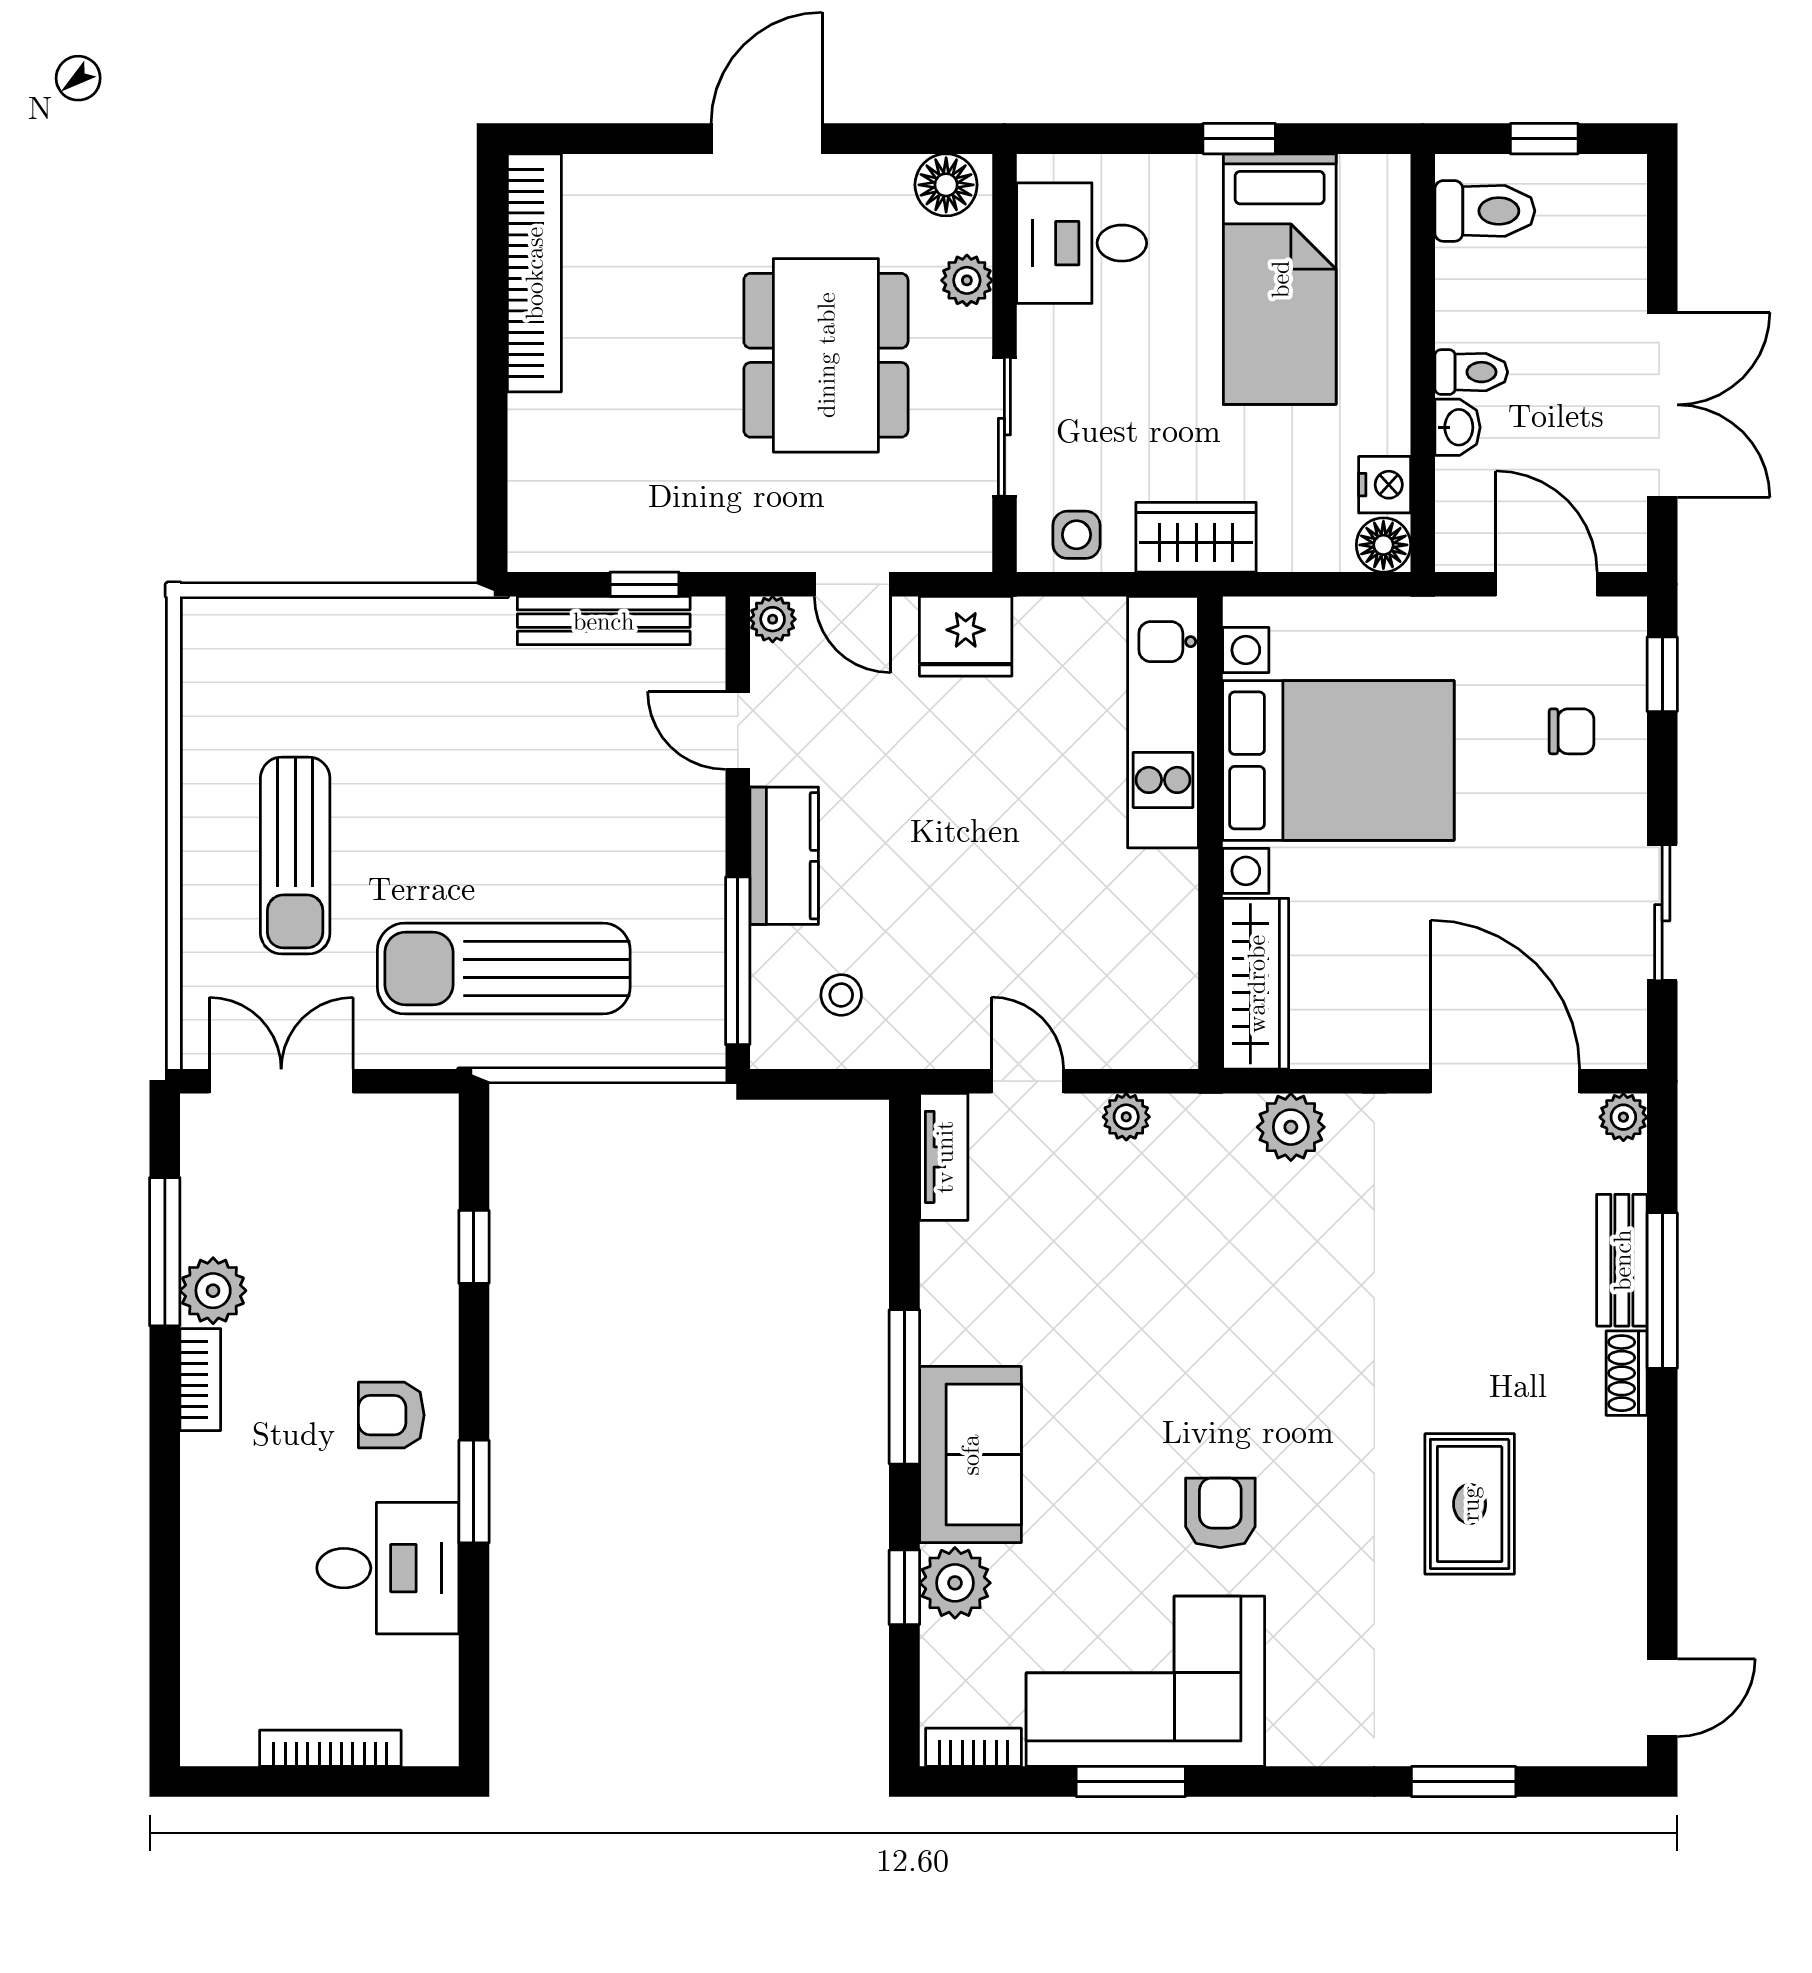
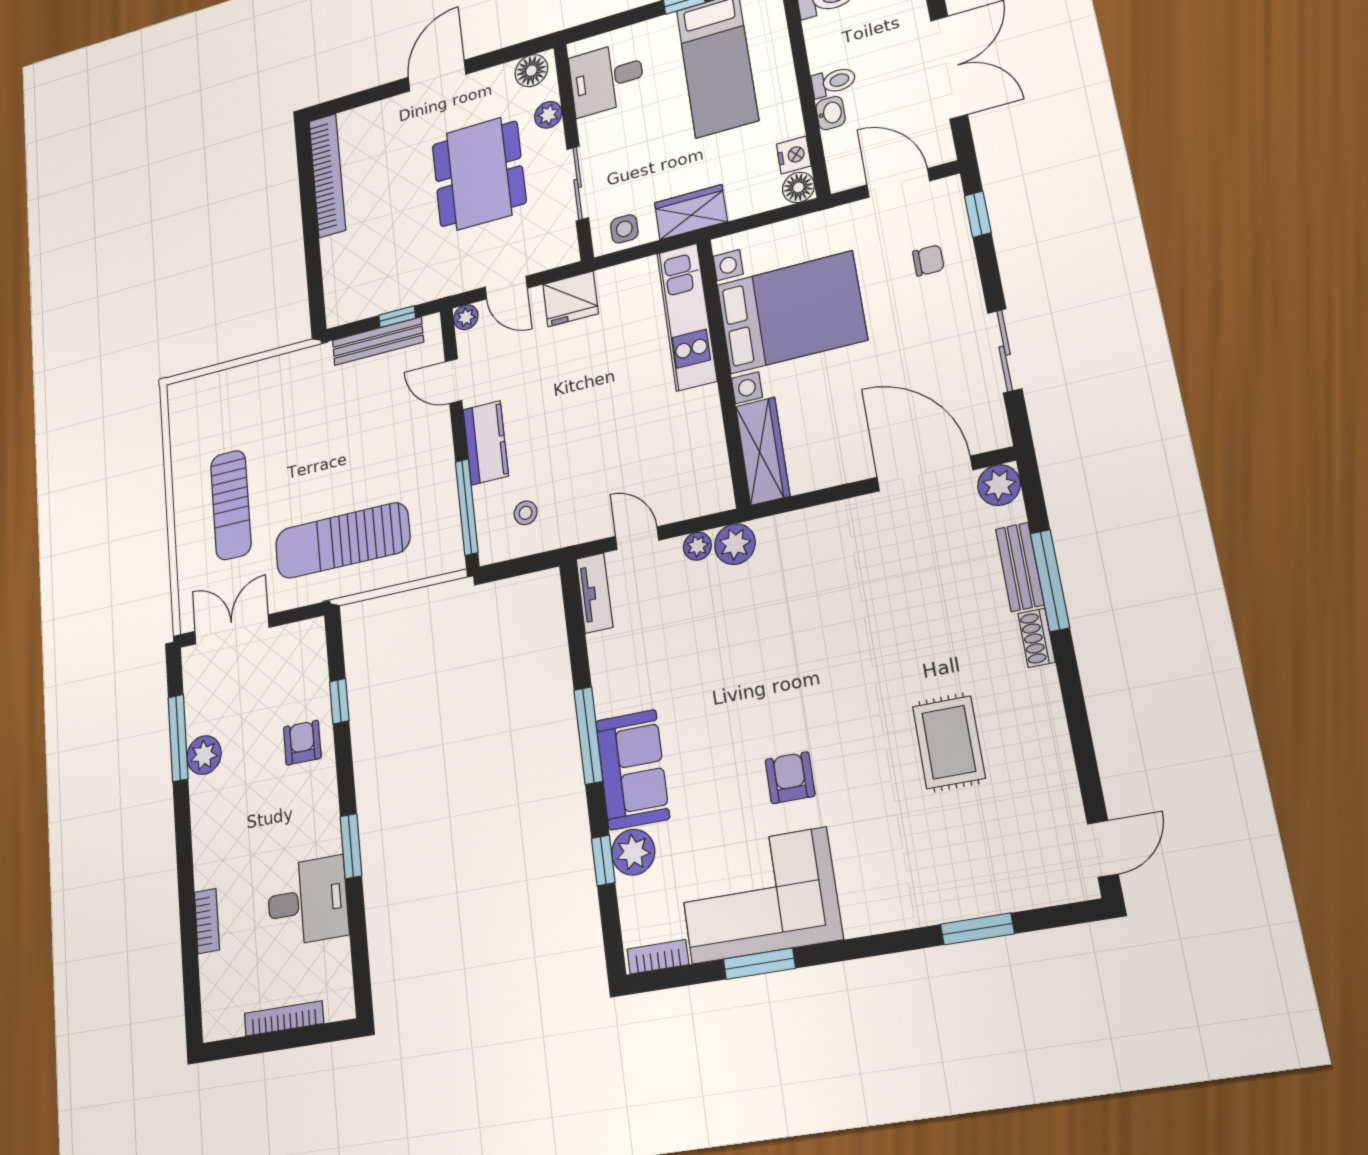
plant: (1623, 1117) -> (999, 485), width x1.38, depth x1.38
plant: (1291, 1127) -> (735, 544), moved
bookcase: (200, 1380) -> (207, 921), moved
armchair: (391, 1415) -> (302, 743), moved, turned 90

